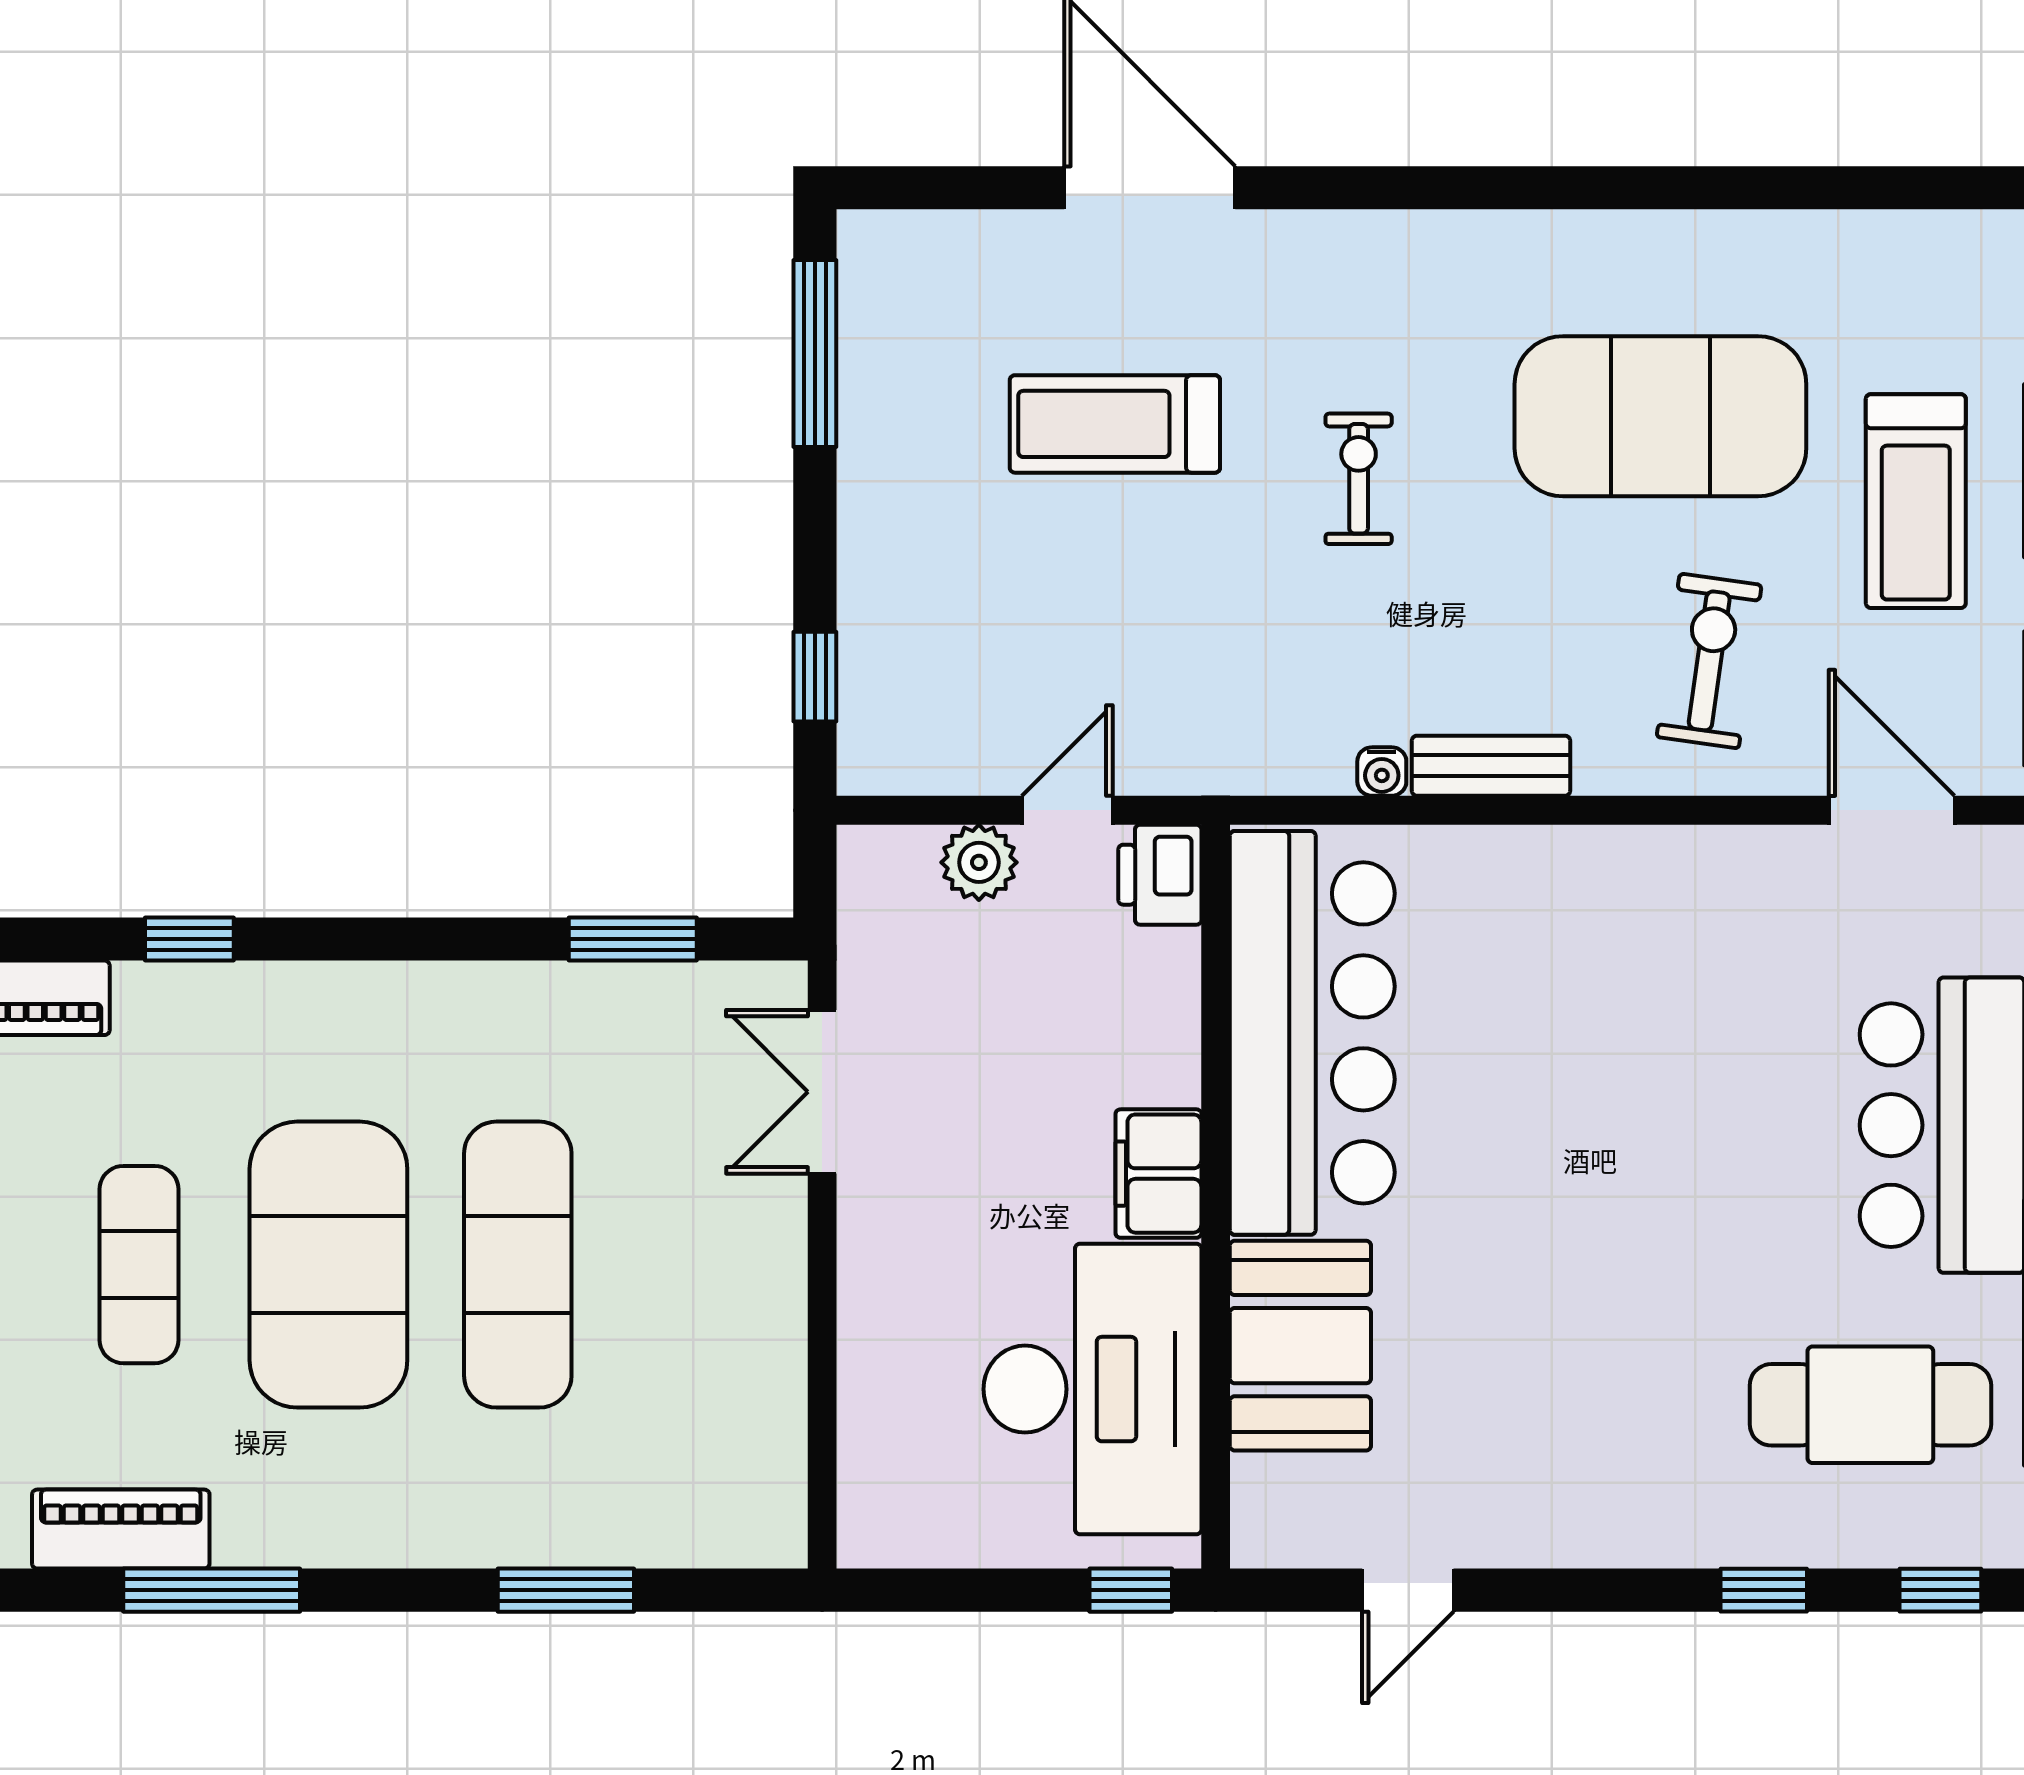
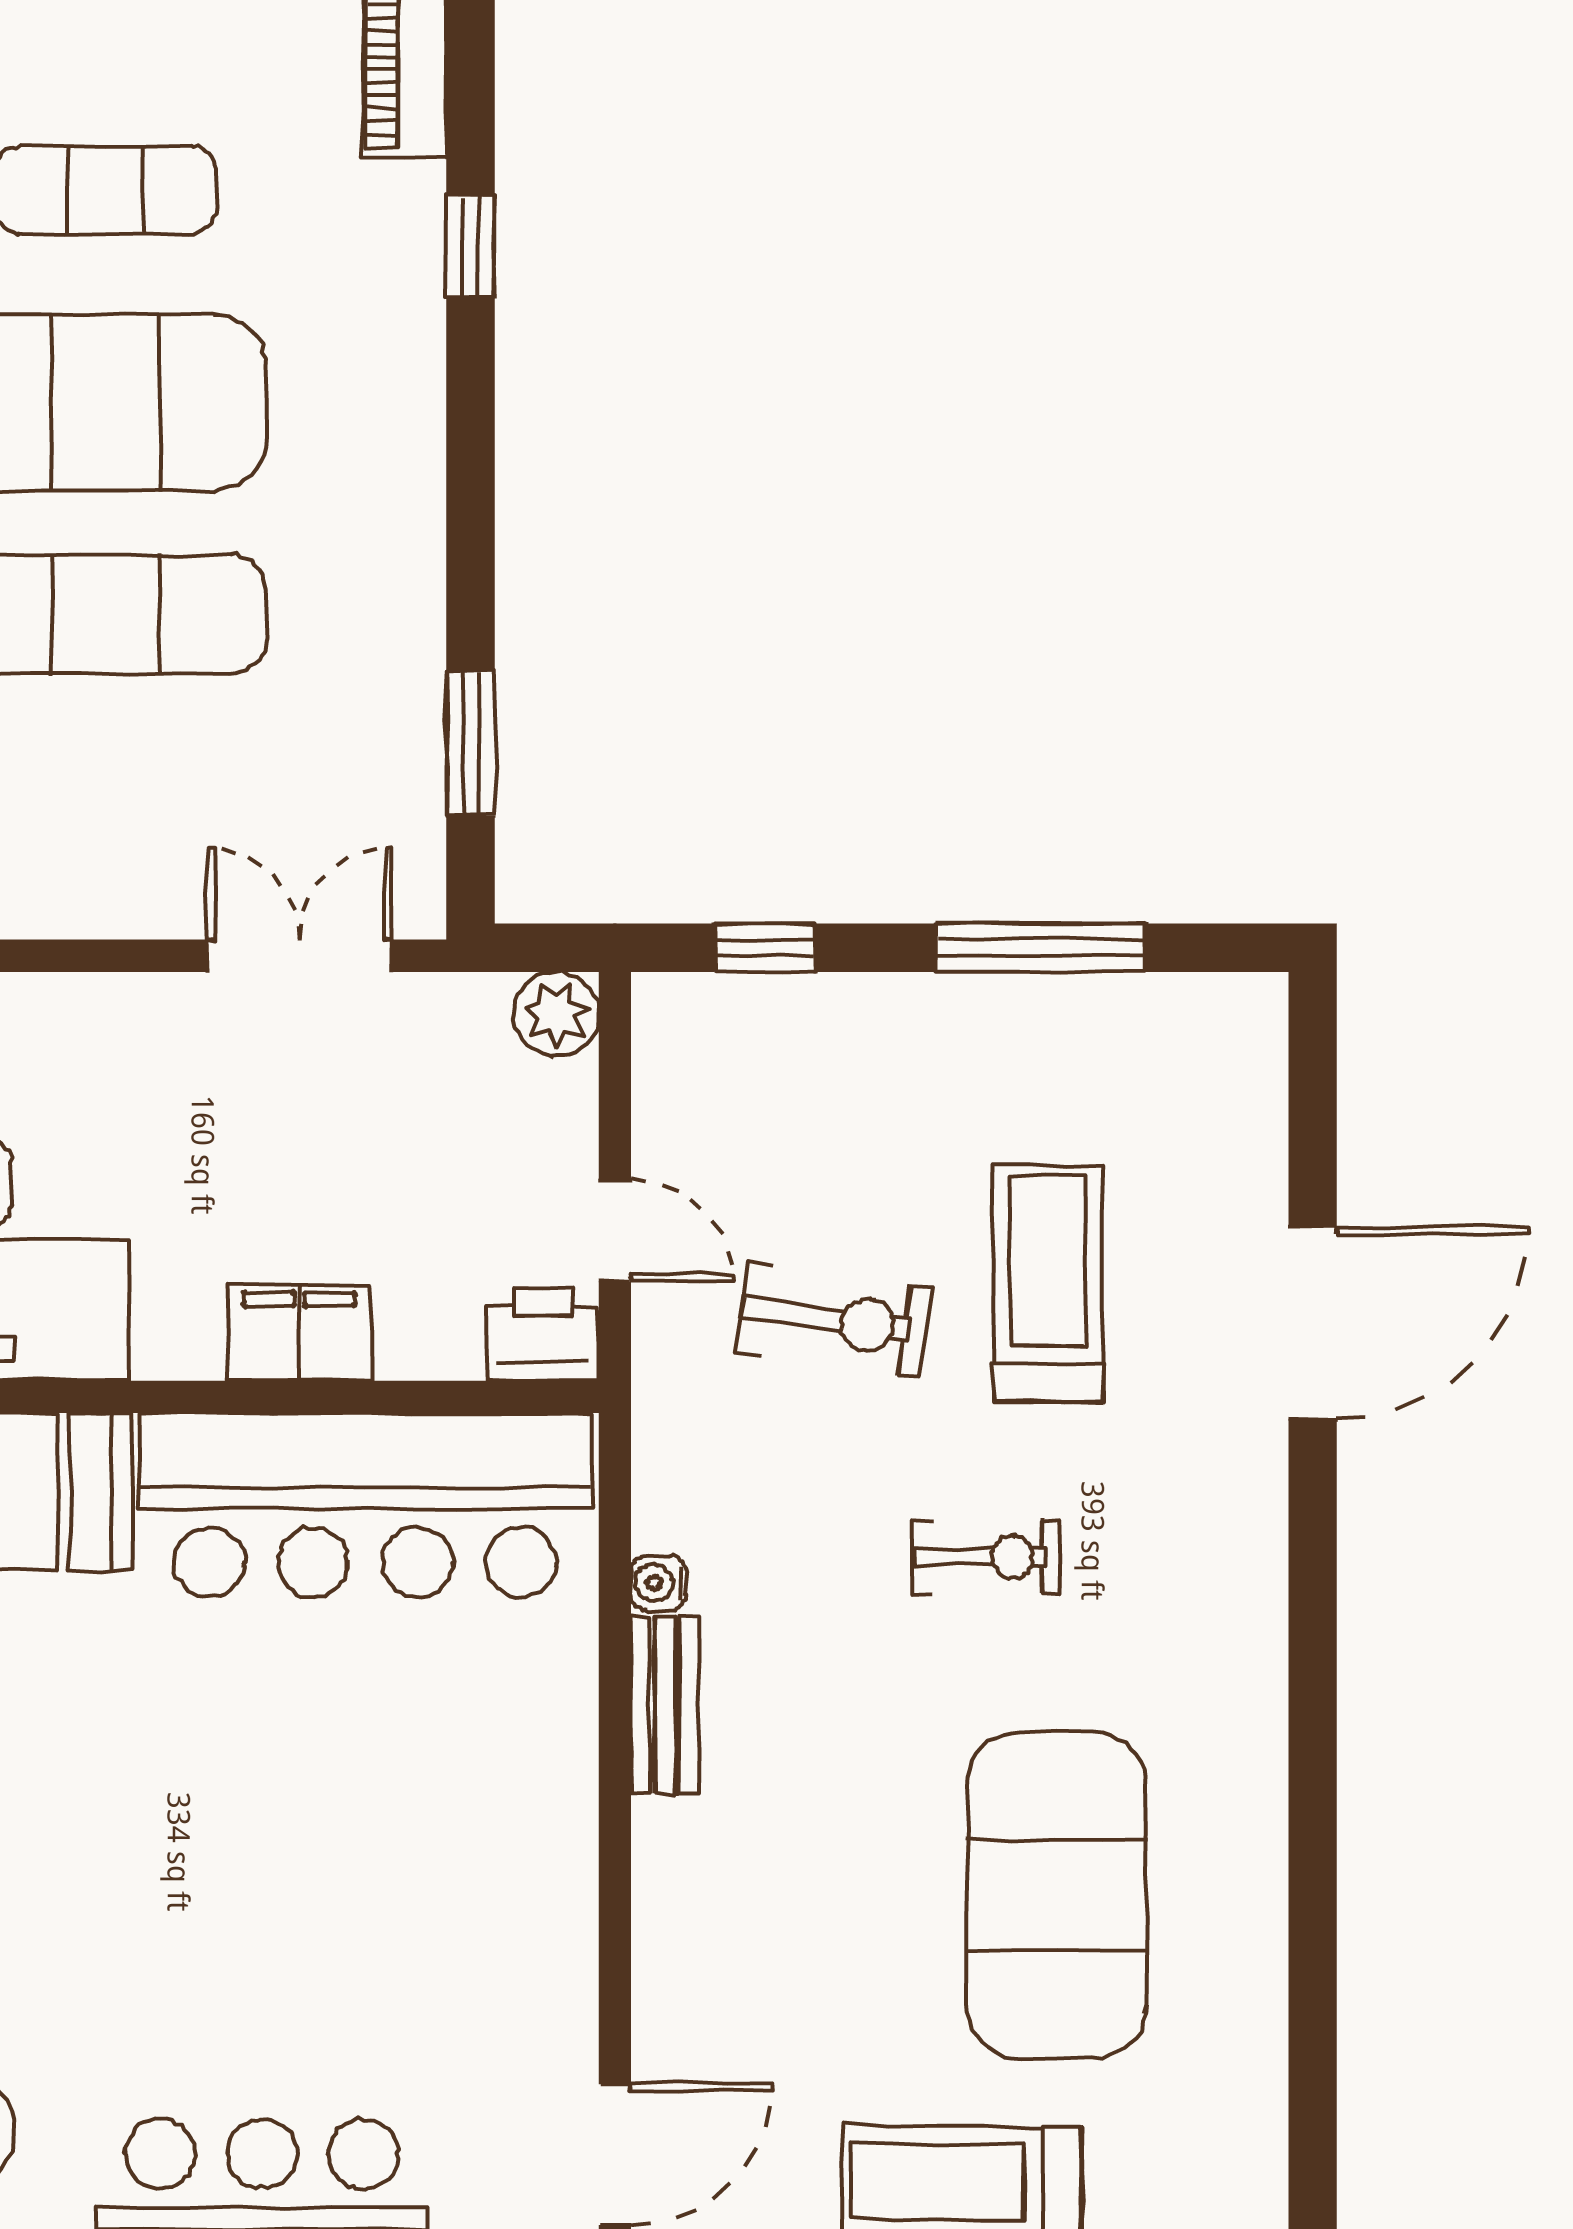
window: (815, 354) -> (1040, 948), moved
exercise bike: (1709, 661) -> (834, 1320), moved
plant: (979, 862) -> (556, 1014), moved
filing cabinet: (1158, 1174) -> (299, 1333), moved

